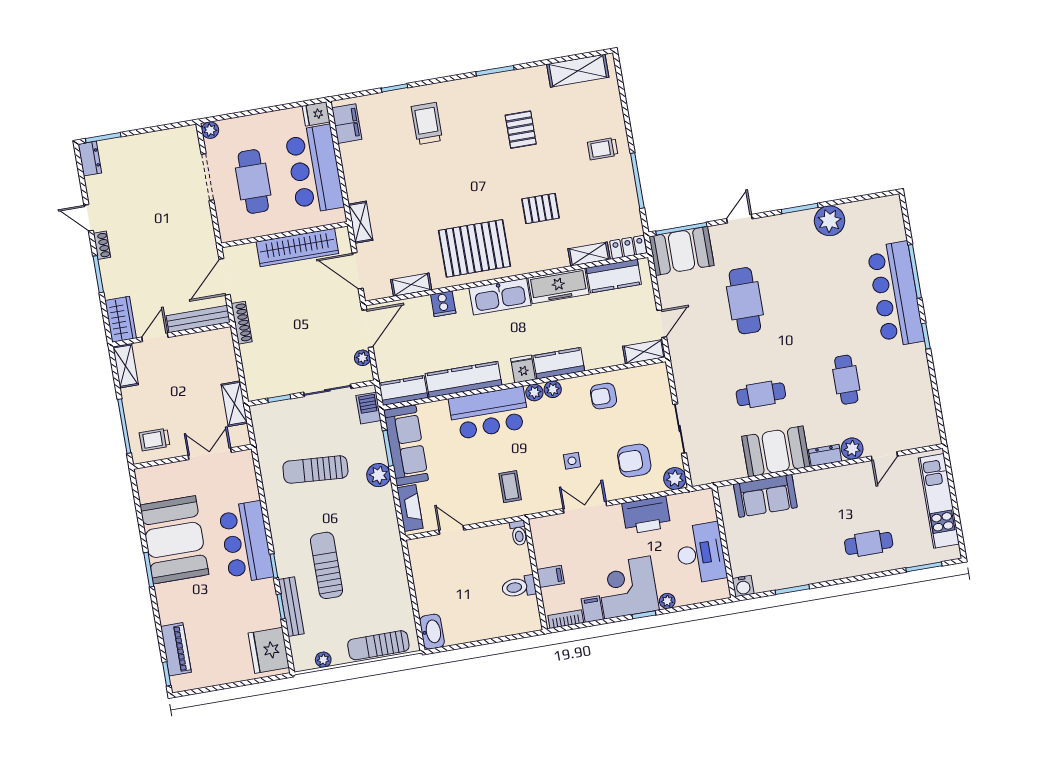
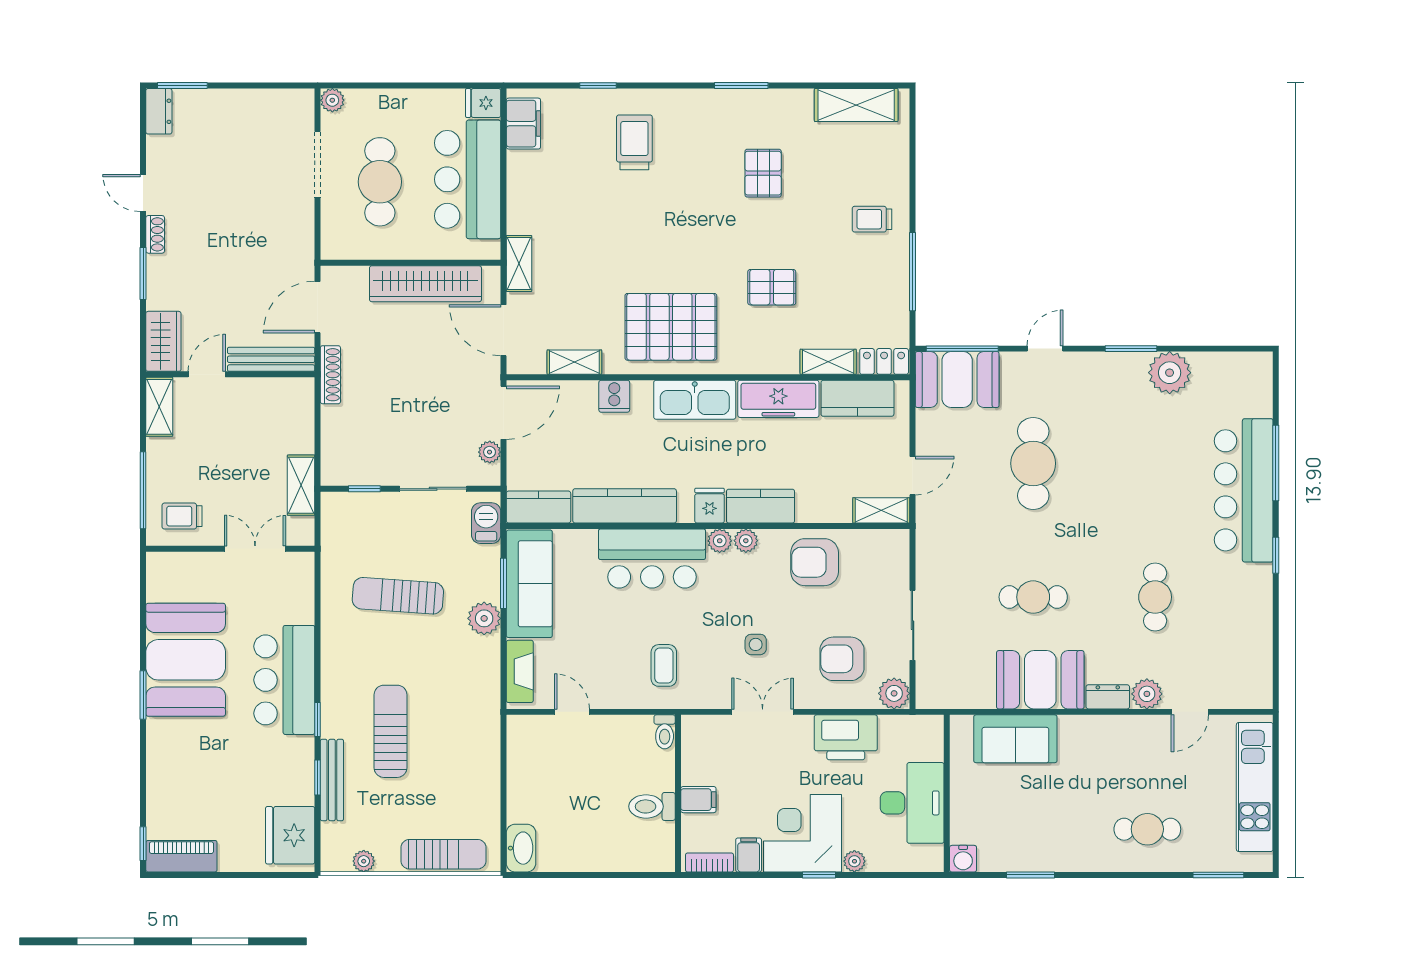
armchair: (603, 396) -> (815, 562), width x1.38, depth x1.38
sun lounger: (378, 645) -> (444, 854), turned 180
piano: (176, 649) -> (181, 856), moved, turned -90

